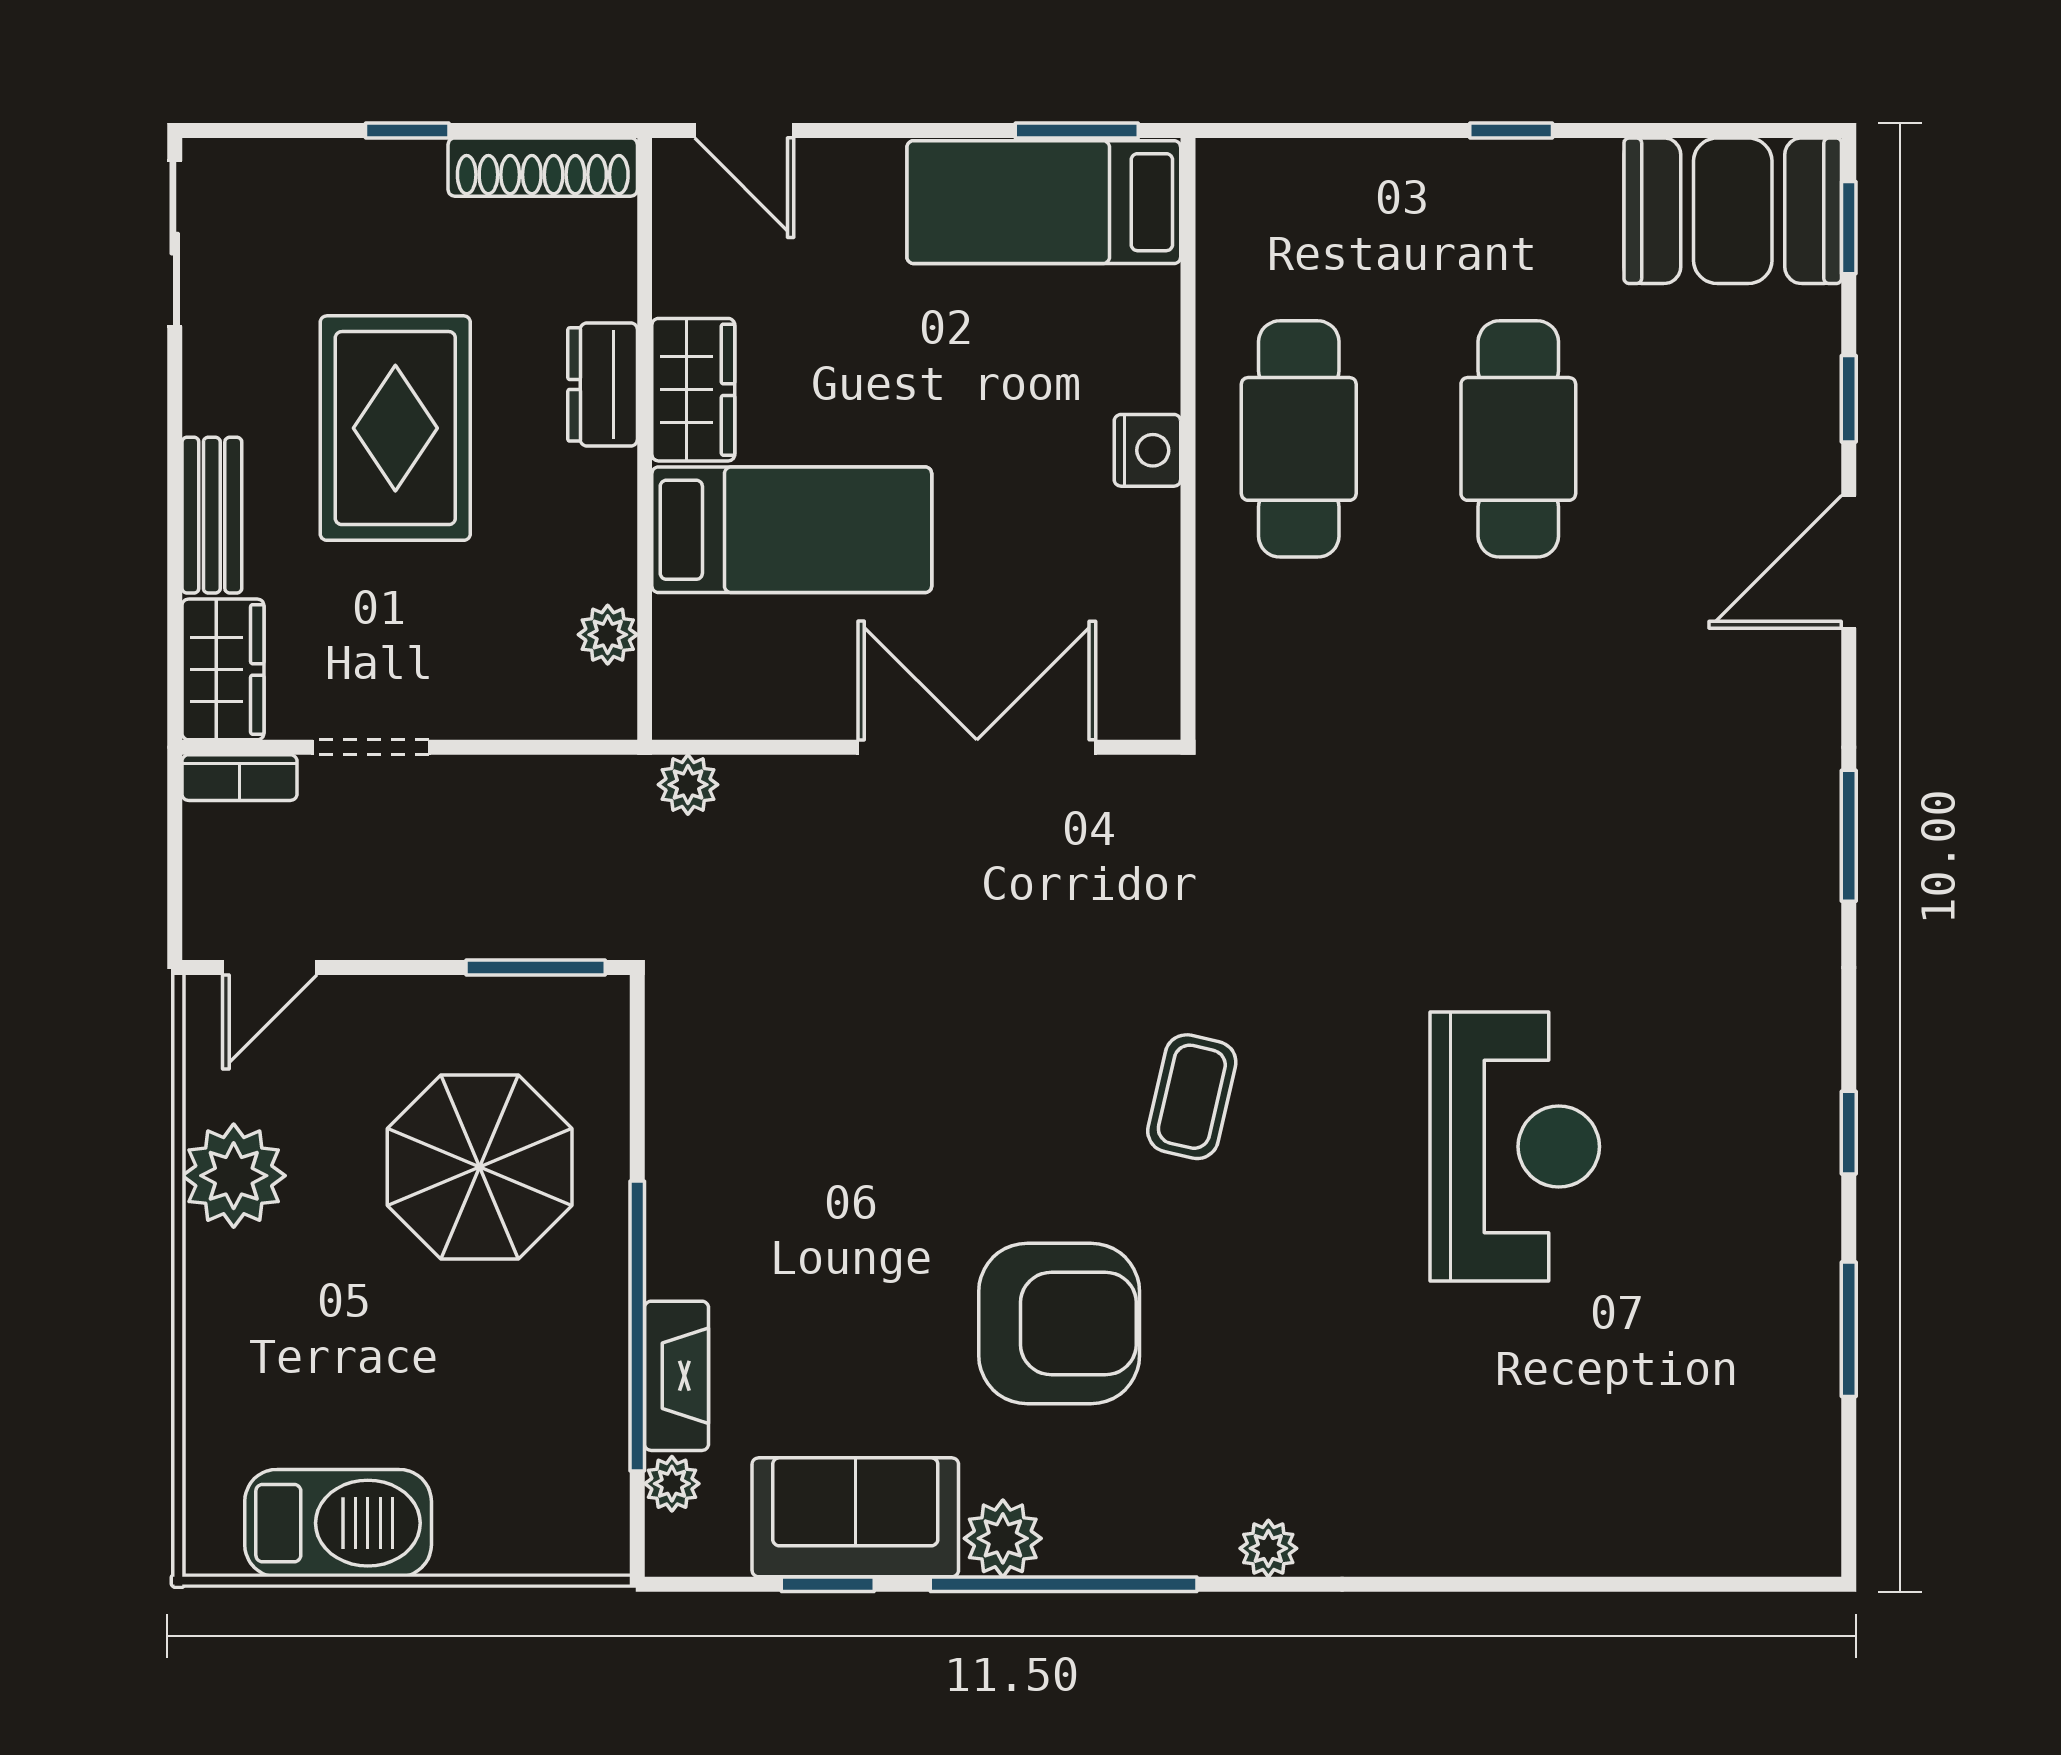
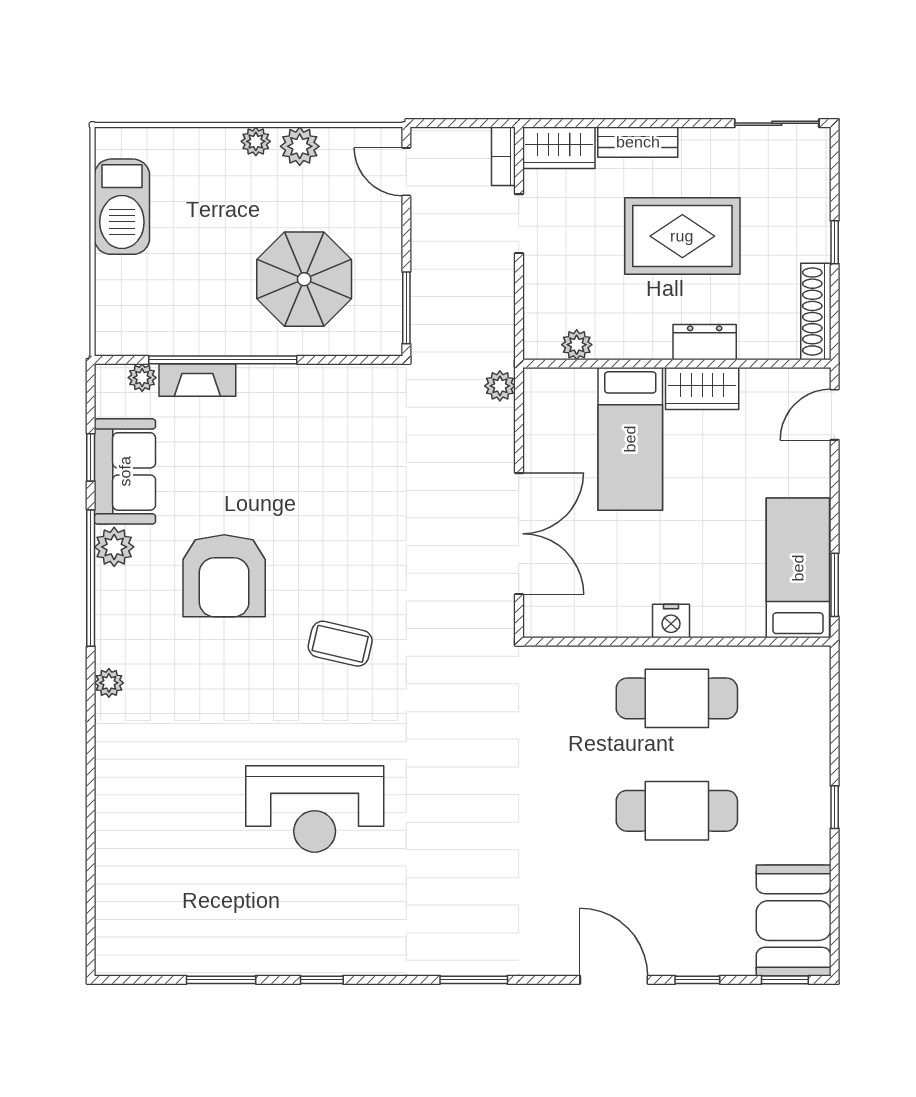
plant: (234, 1176) -> (300, 146), width x0.73, depth x0.73
plant: (210, 1262) -> (256, 141), added

